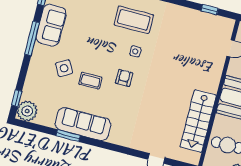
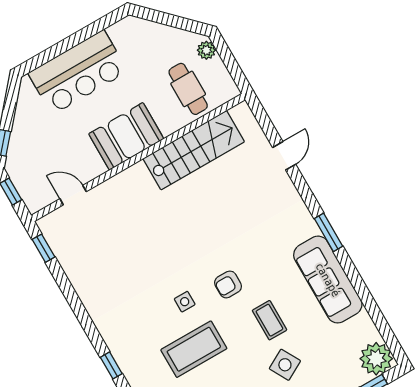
window: (210, 10) -> (43, 248), moved
coffee table: (134, 20) -> (194, 349), moved, turned 90
window: (68, 136) -> (328, 232), moved

